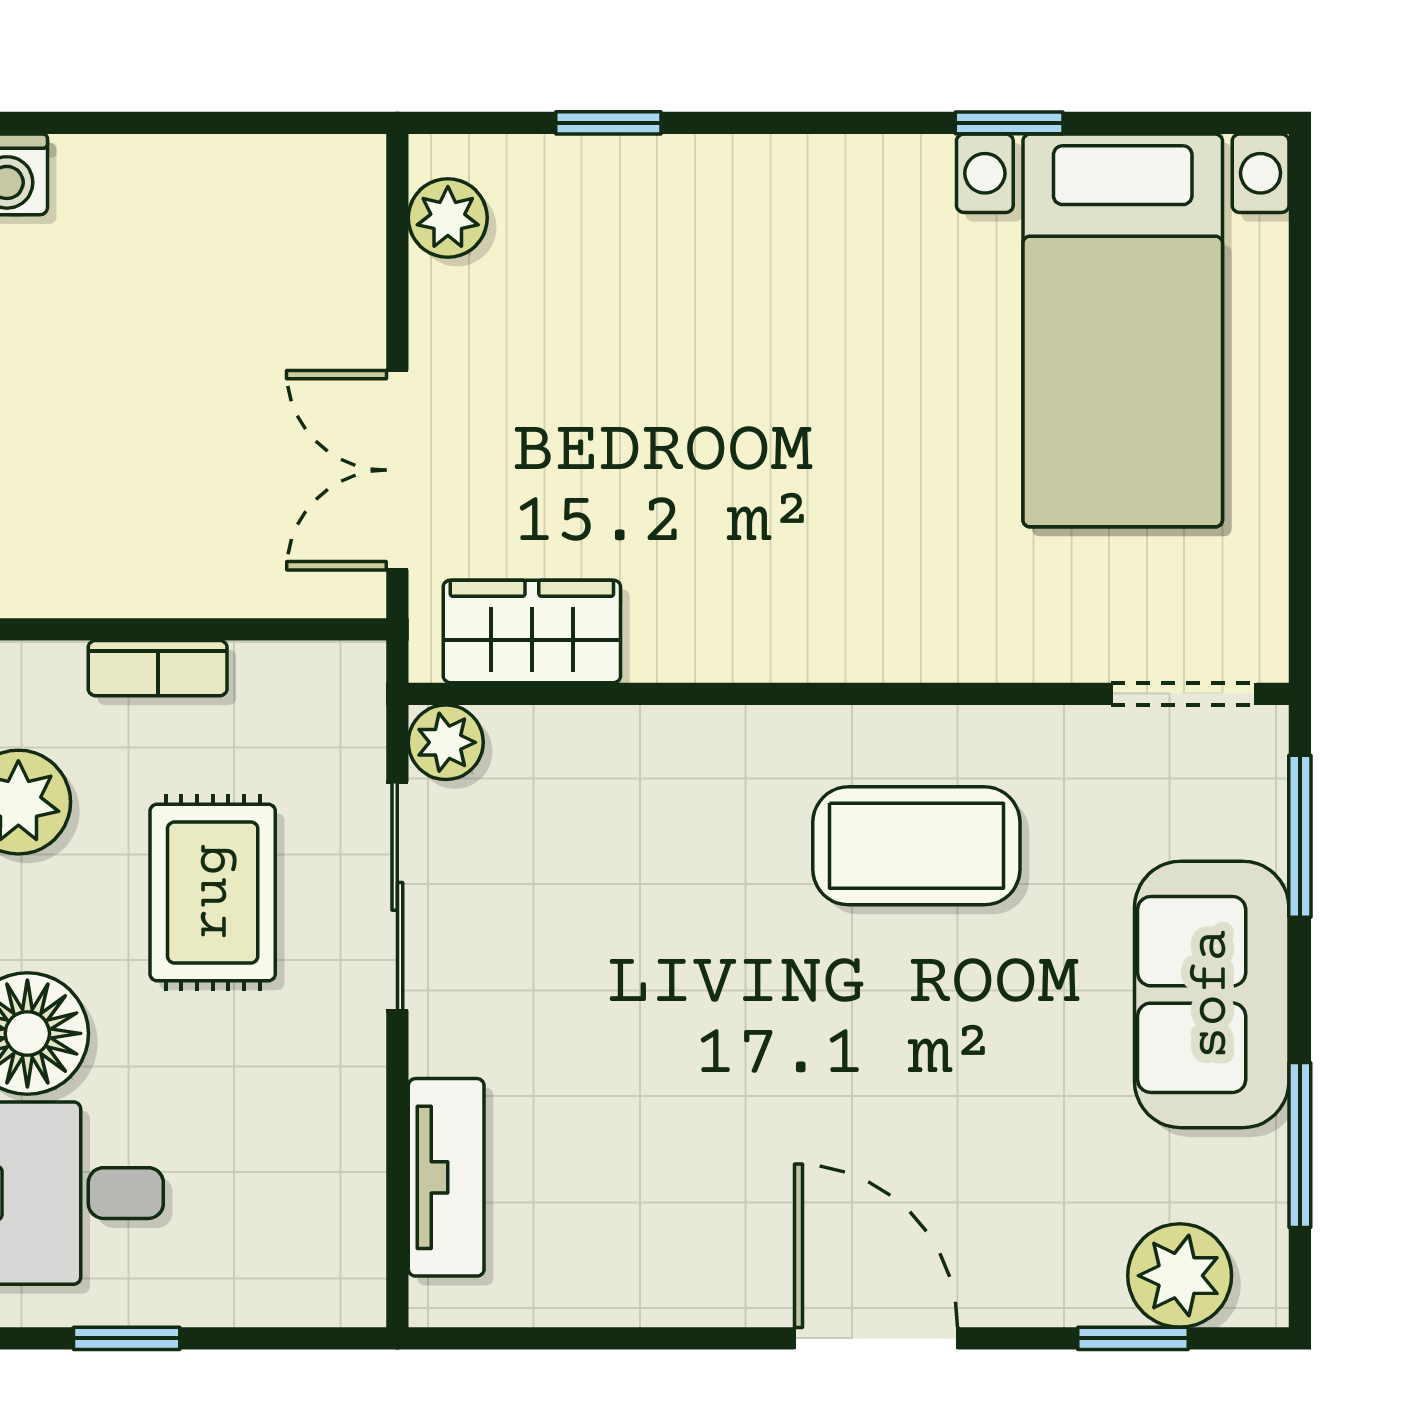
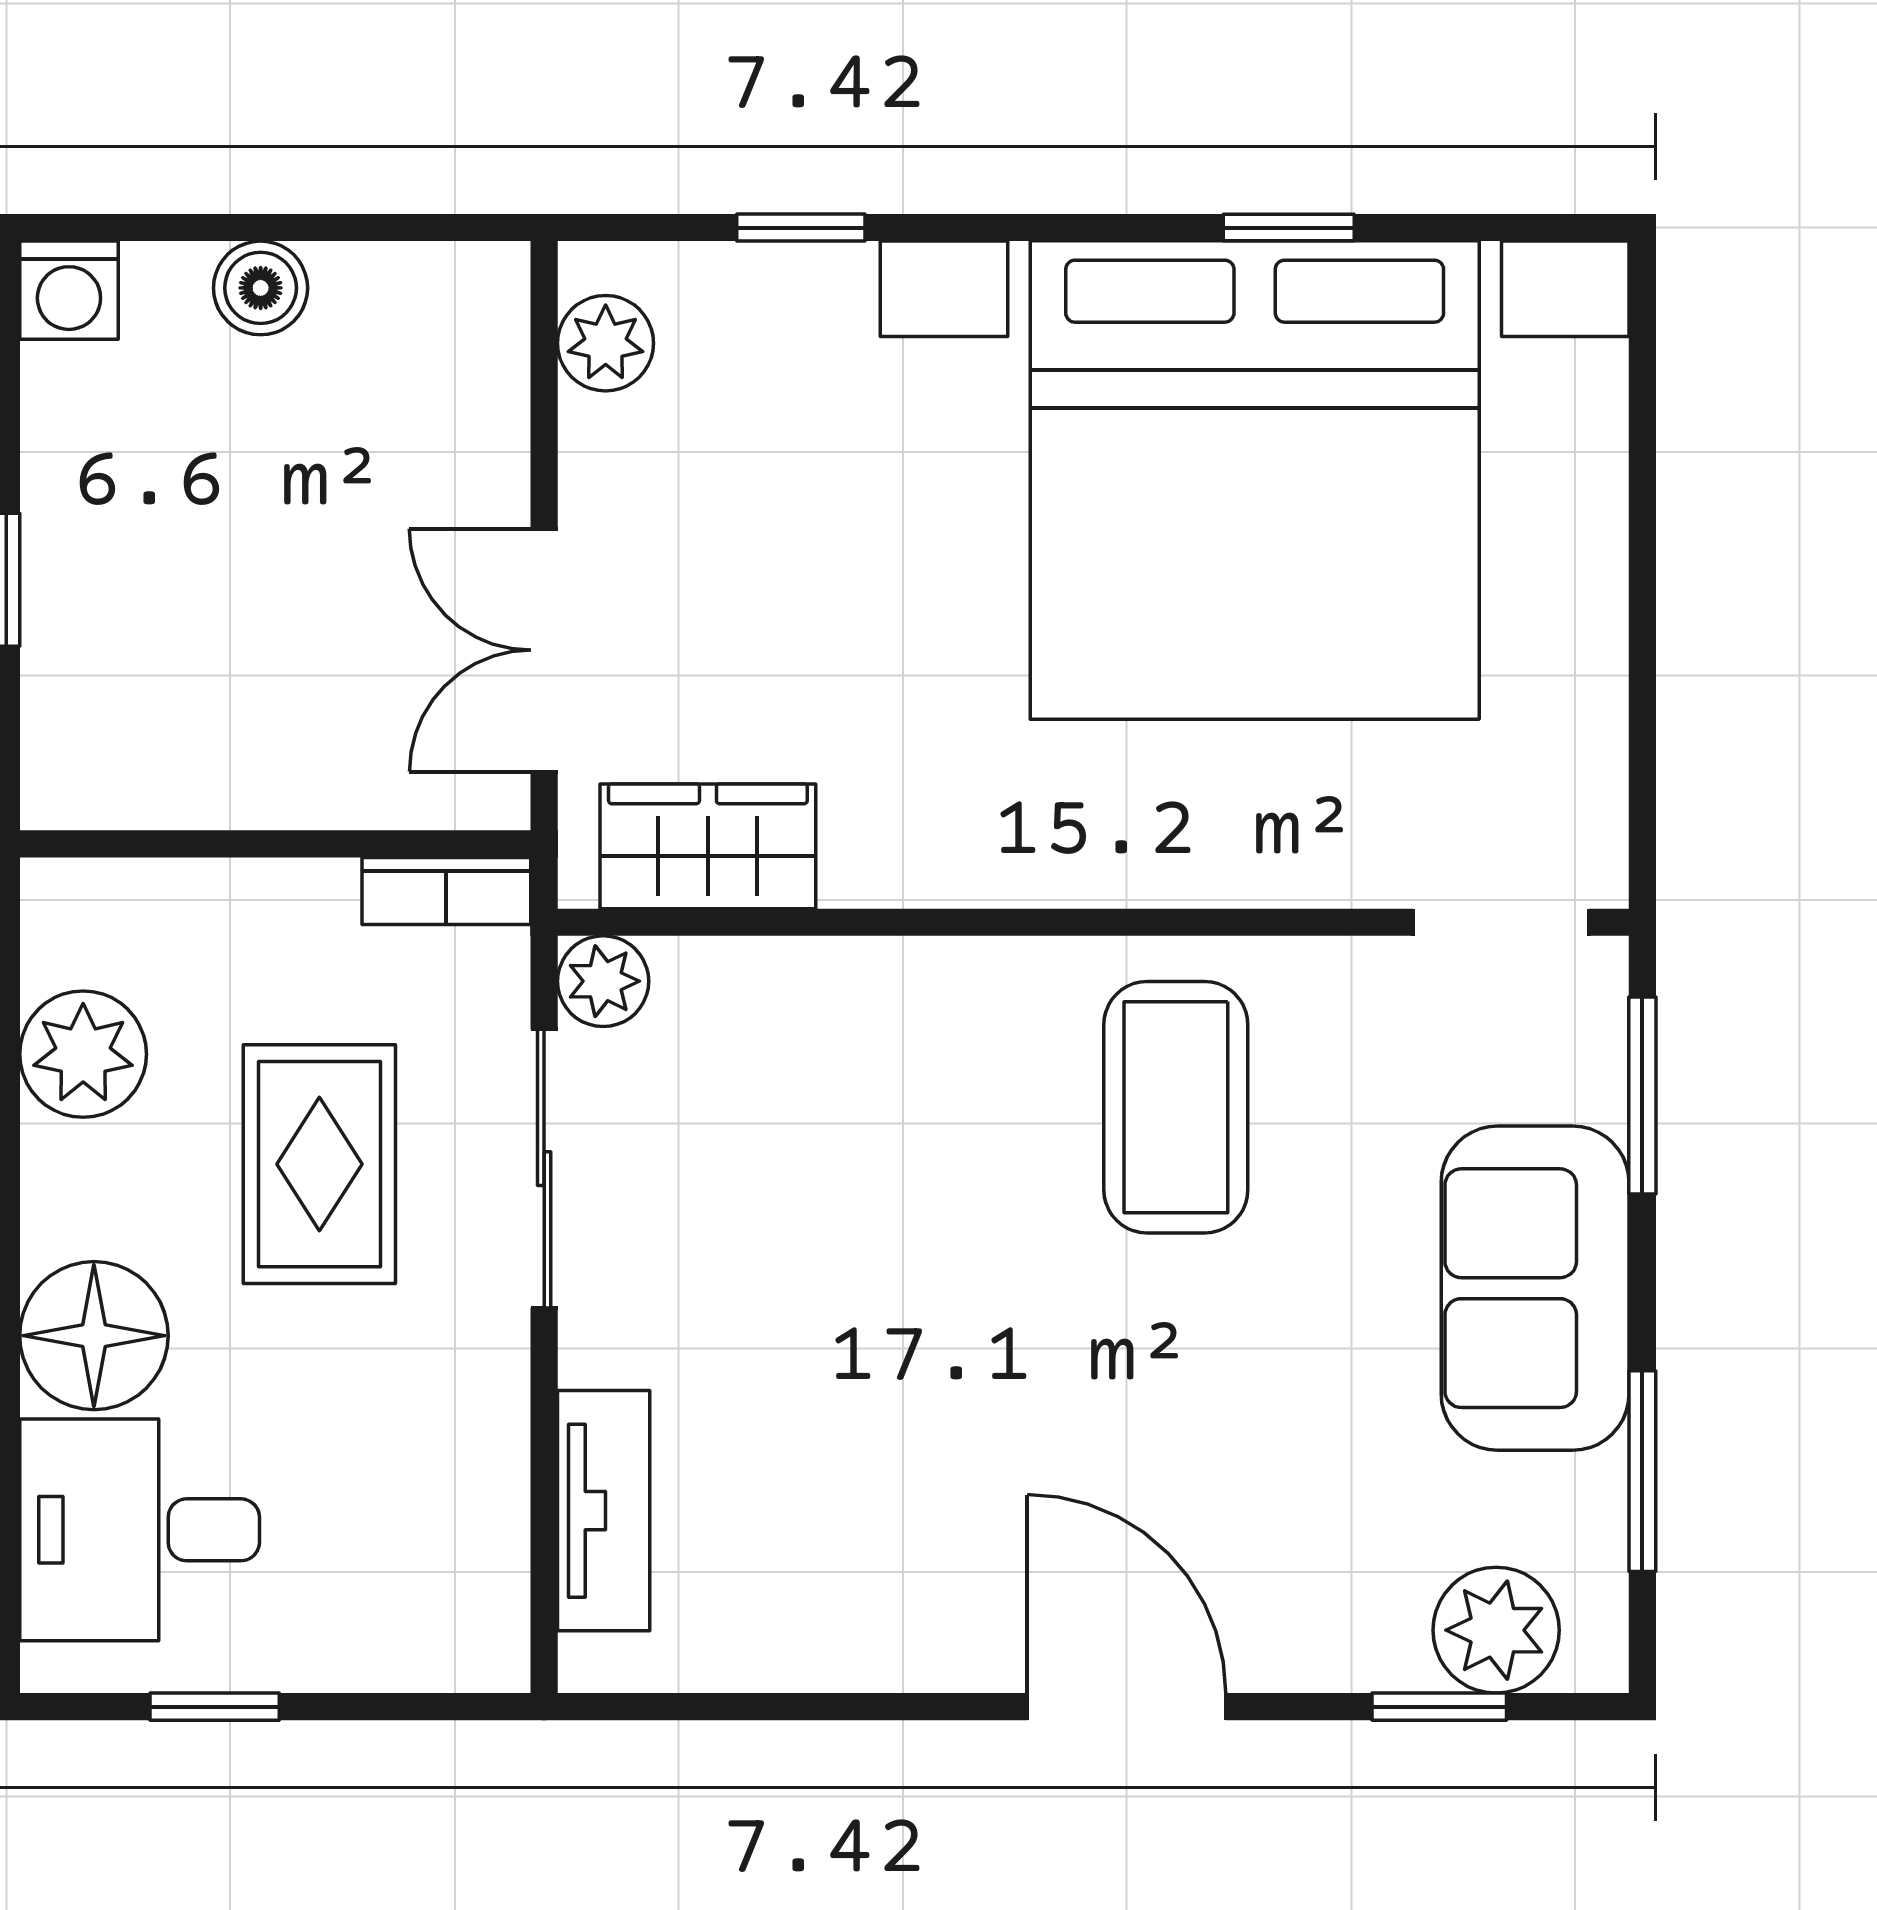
boiler: (164, 173) -> (261, 288), added
bed with nightstands: (1123, 330) -> (1255, 480), width x1.85
bookcase: (158, 668) -> (446, 891), moved
coffee table: (916, 846) -> (1176, 1107), turned 90

